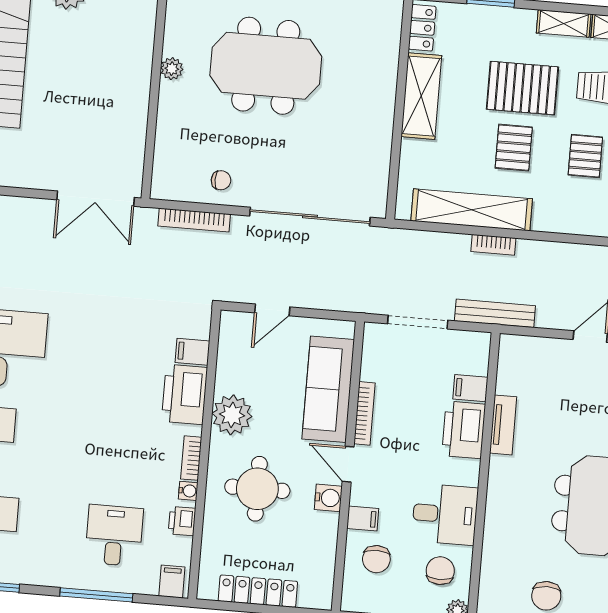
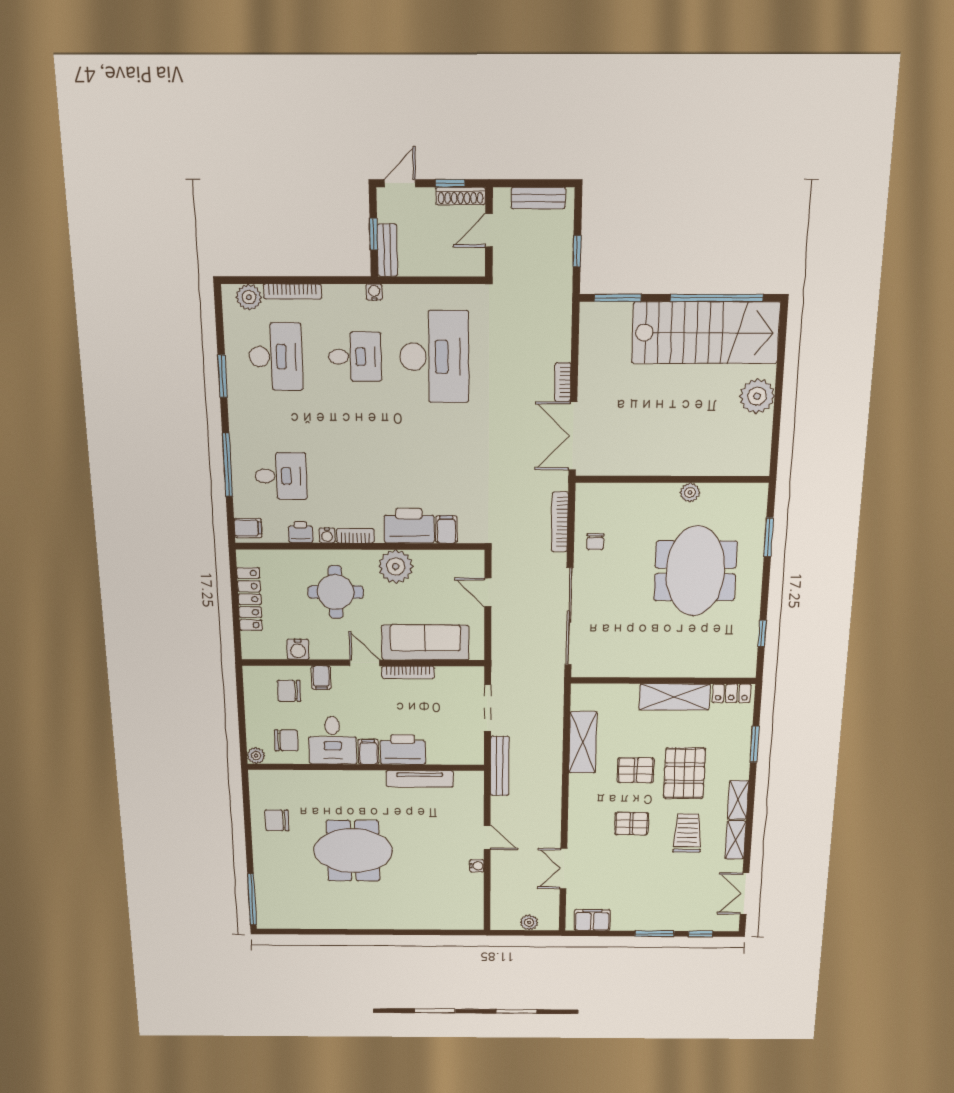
shelving: (472, 210) -> (583, 742), width x0.68
bookcase: (493, 245) -> (563, 382), moved
filing cabinet: (470, 388) -> (368, 752), moved
tv unit: (503, 425) -> (420, 779), width x1.41
door: (348, 464) -> (365, 663), hinge flipped
water cooler: (328, 498) -> (298, 649), moved

